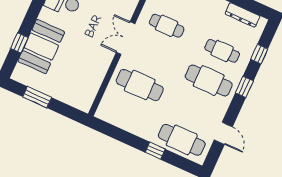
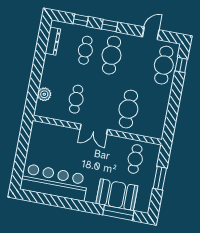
window: (19, 43) -> (118, 213), width x2.17
cafe table: (78, 79) -> (135, 159), added
window: (37, 97) -> (160, 178), moved
window: (155, 151) -> (181, 65), moved

